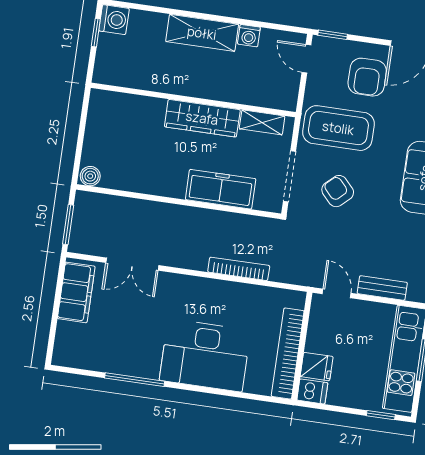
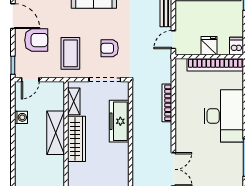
shelving: (202, 33) -> (56, 133), moved
coffee table: (338, 128) -> (70, 53), width x0.73, depth x0.76
armchair: (338, 191) -> (110, 48), turned 43
fridge: (317, 367) -> (209, 46), moved

